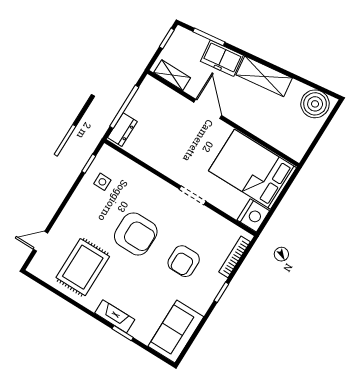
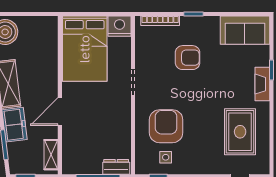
armchair: (136, 234) -> (166, 126), moved
rug: (83, 267) -> (240, 132), turned 90

